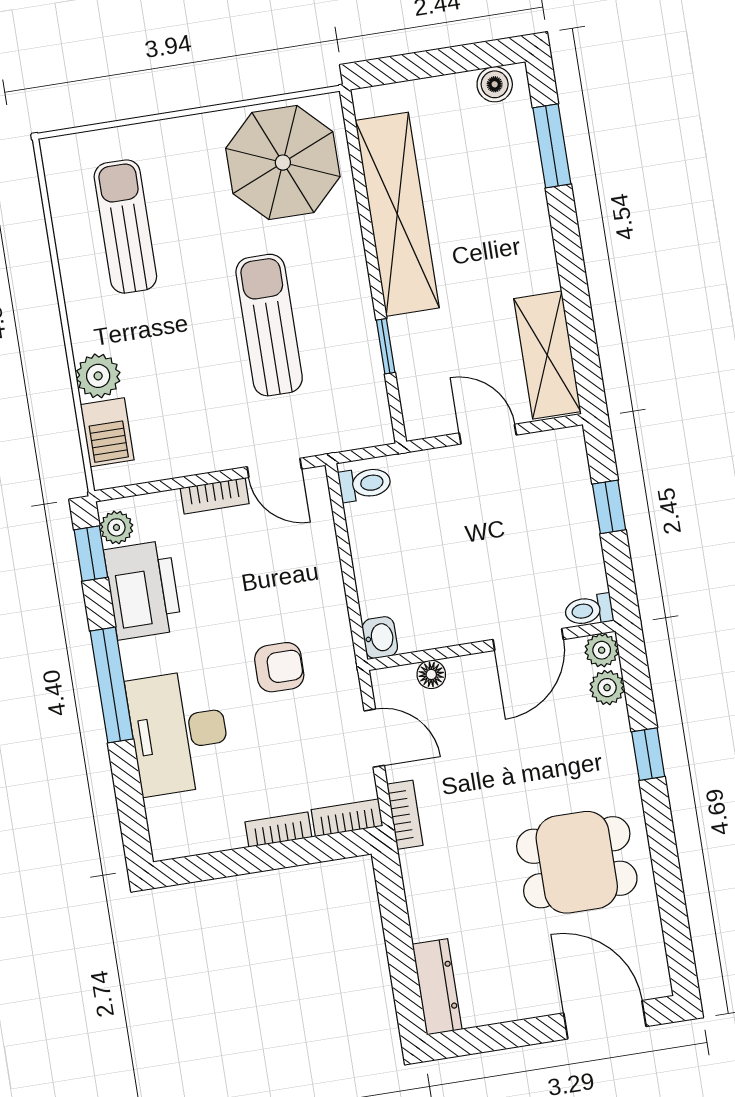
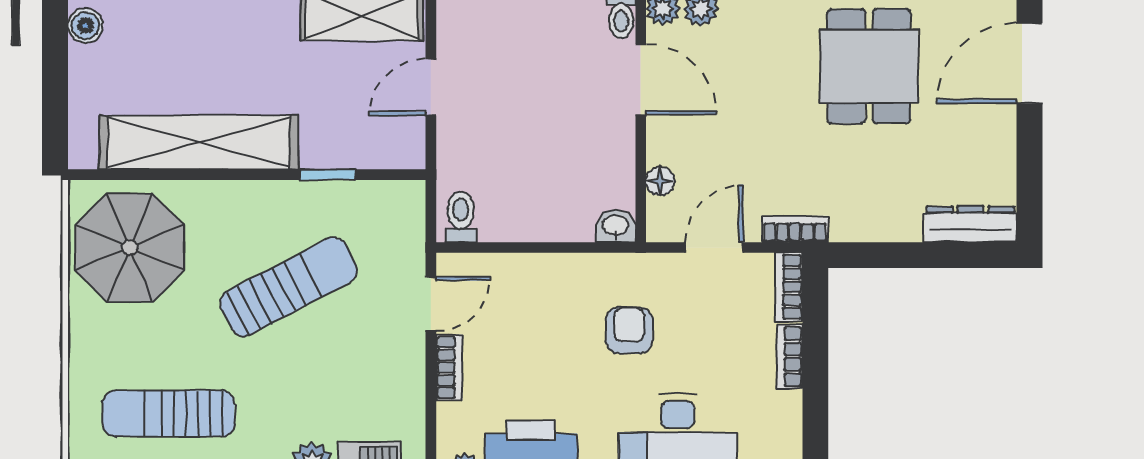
sun lounger: (269, 325) -> (289, 287), turned 152

